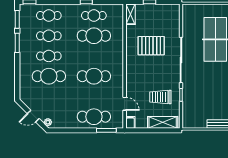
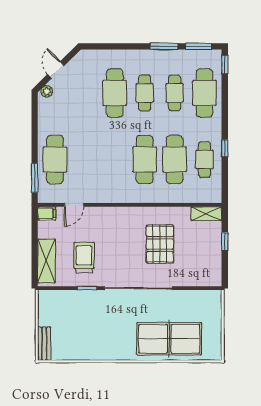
cafe table: (49, 16) -> (204, 93), width x1.37, depth x1.35
cafe table: (94, 76) -> (145, 159), moved

